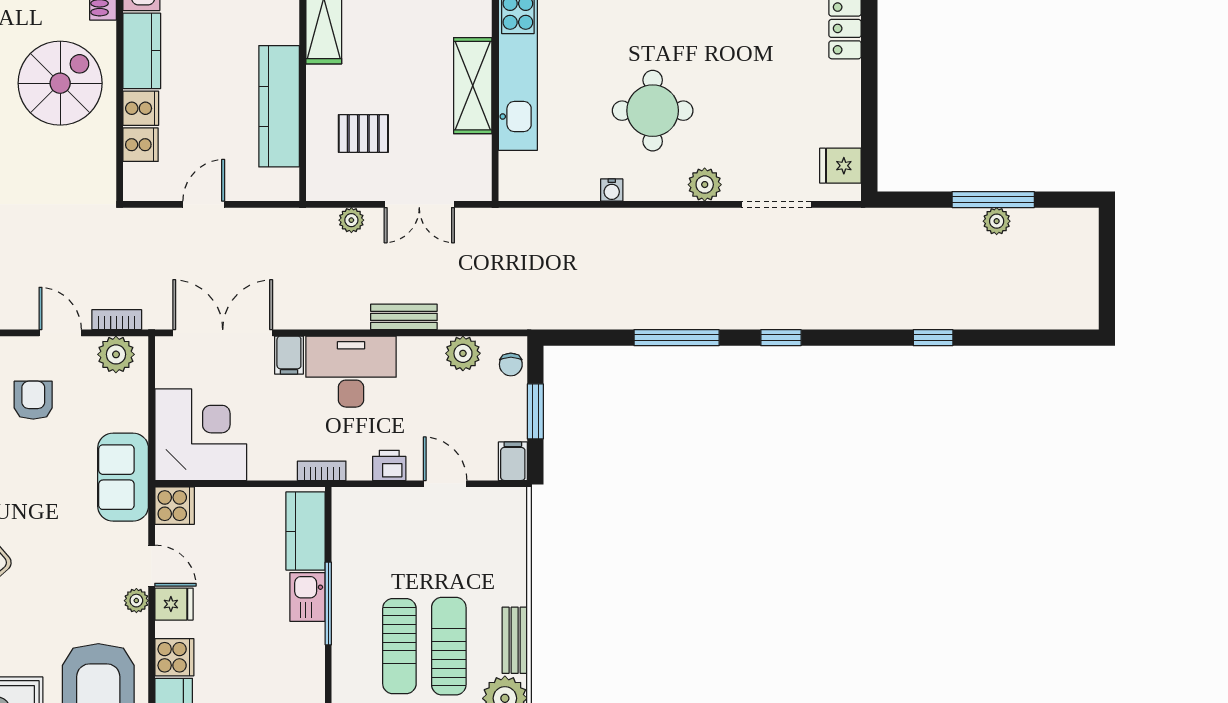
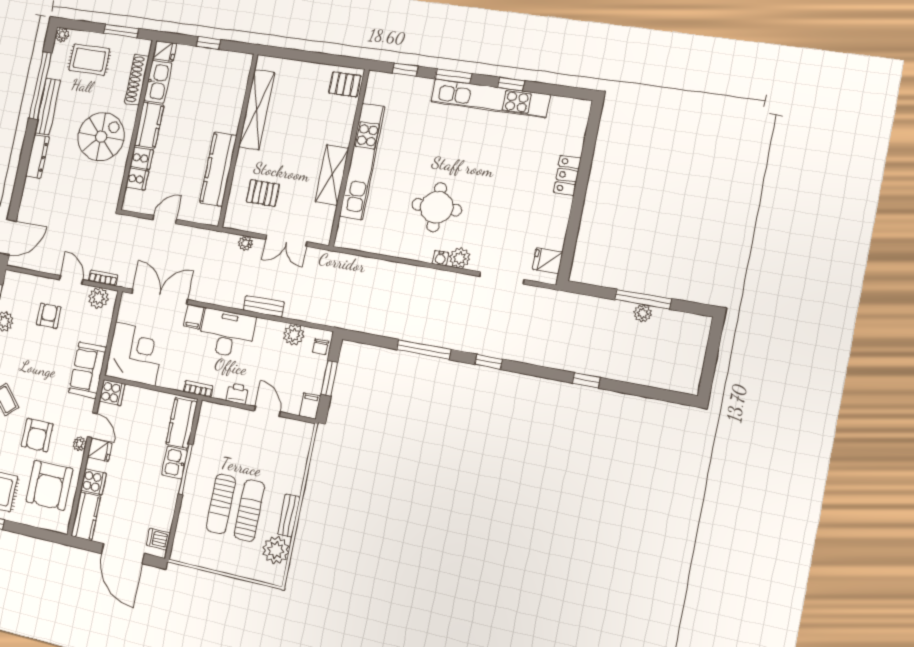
water cooler: (612, 190) -> (440, 258), moved
armchair: (58, 602) -> (37, 435), added

